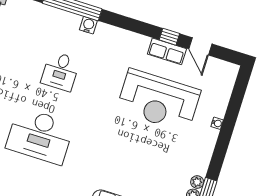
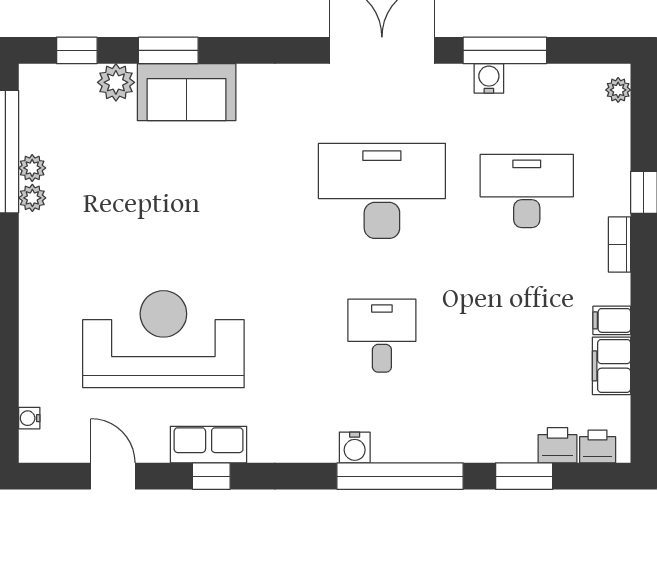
window: (169, 37) -> (211, 476), moved
row of seats: (167, 51) -> (209, 445), moved
water cooler: (217, 123) -> (29, 418), moved

